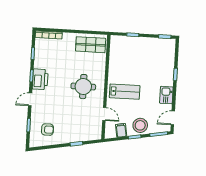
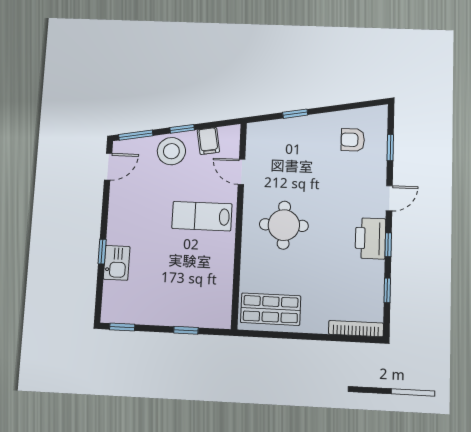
kitchen sink: (166, 95) -> (117, 263), moved

